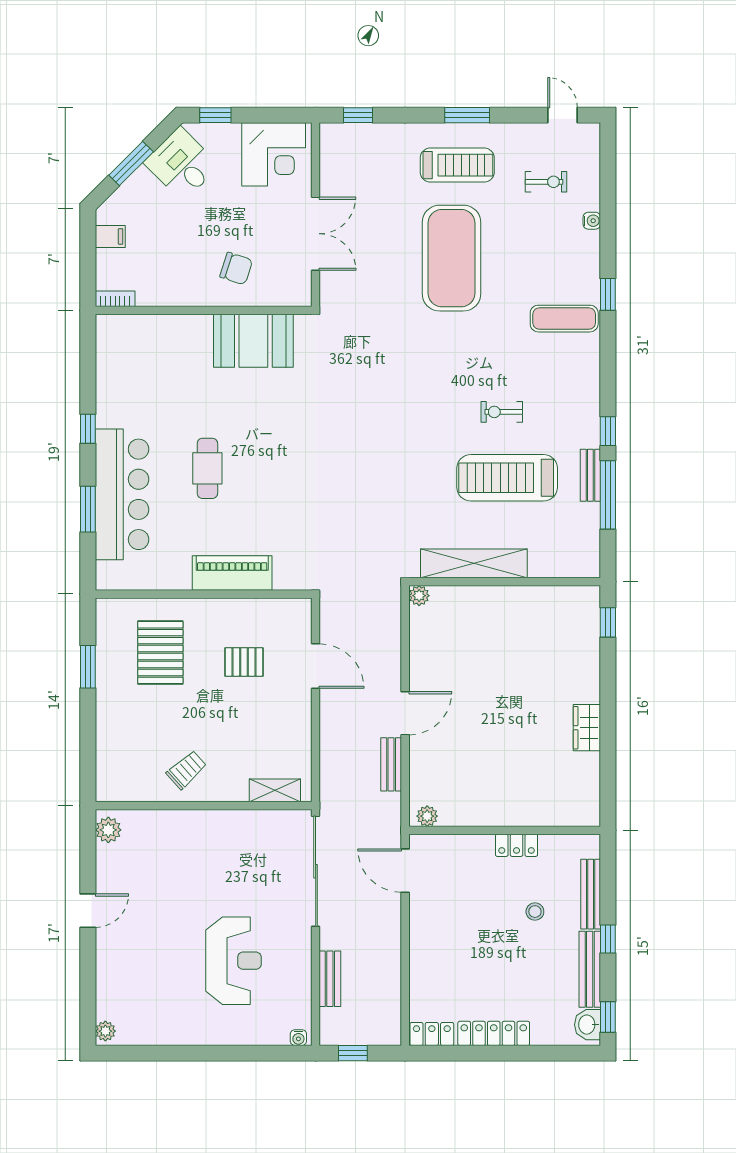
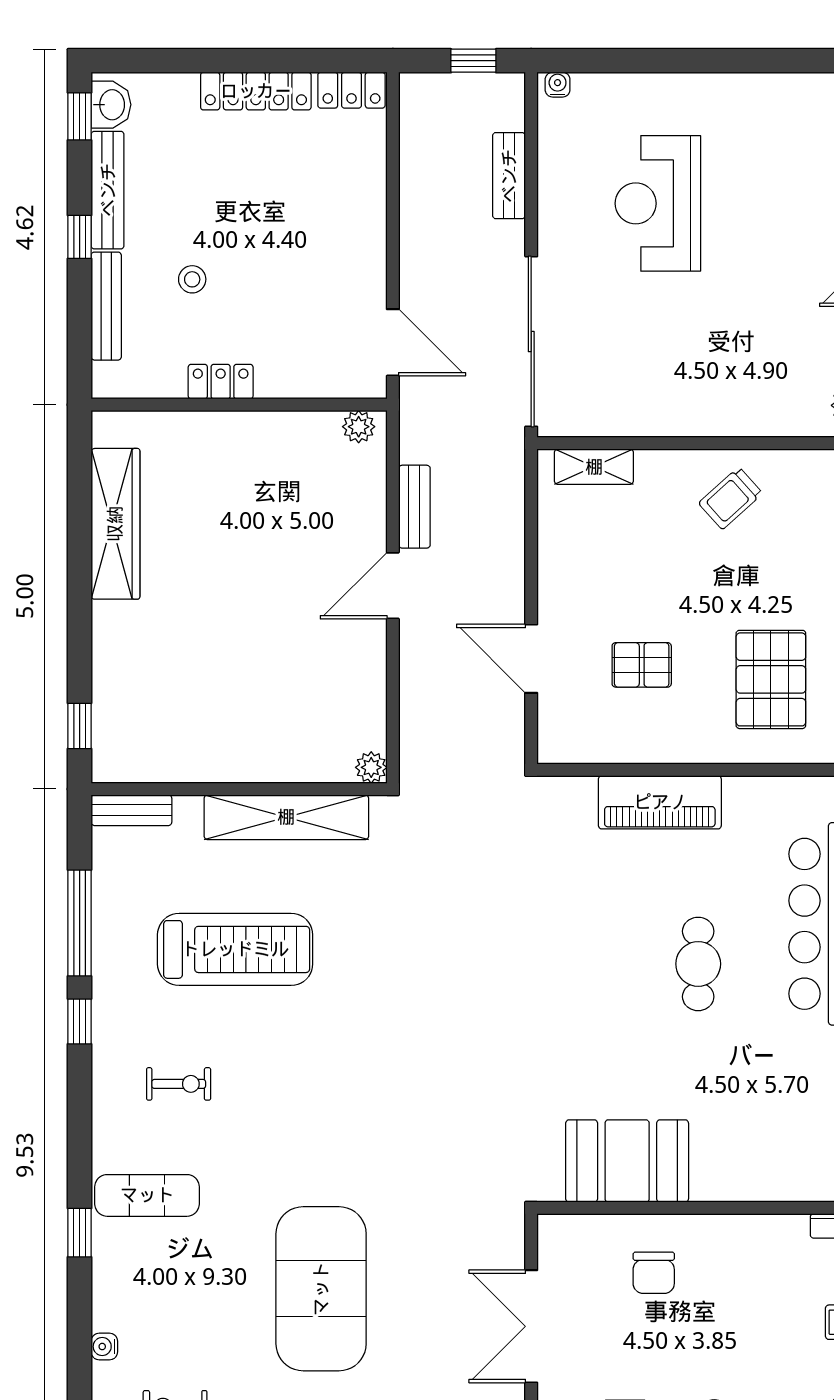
chair: (236, 268) -> (654, 1273), turned -108
exercise bike: (502, 412) -> (179, 1084), moved
bench: (590, 475) -> (131, 810), moved, turned 90
wardrobe: (587, 728) -> (115, 524), width x2.10, depth x1.17

